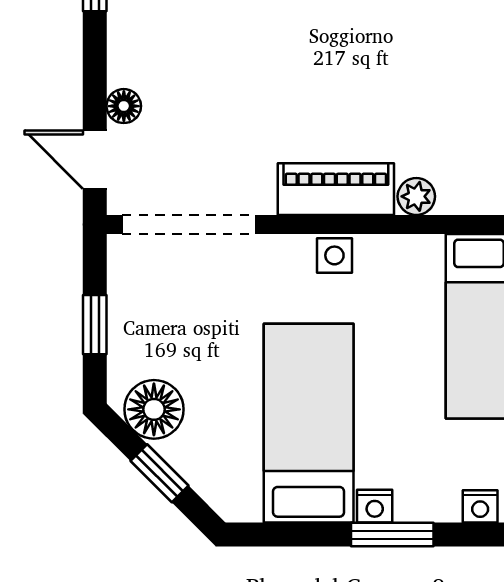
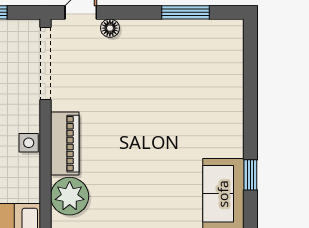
plant: (416, 196) -> (70, 196), width x1.88, depth x1.88

